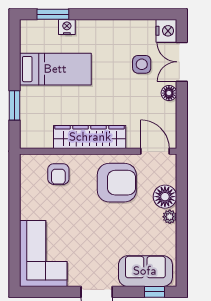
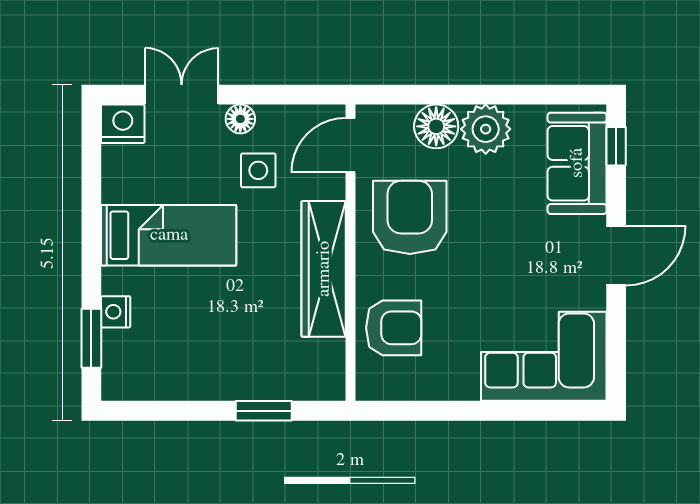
double door: (182, 62) -> (182, 95), swing flipped
side table: (142, 64) -> (258, 170), moved
bed: (55, 69) -> (169, 235), moved, turned 90
armchair: (58, 174) -> (394, 328), width x1.38, depth x1.38
plant: (170, 217) -> (486, 129), width x1.87, depth x1.87

